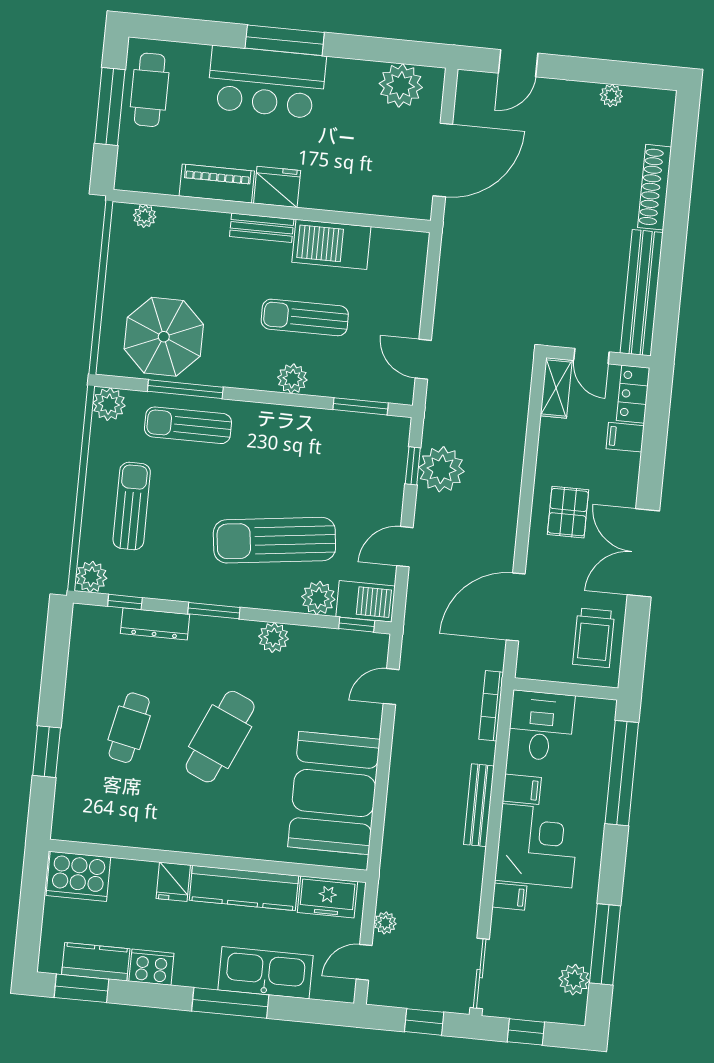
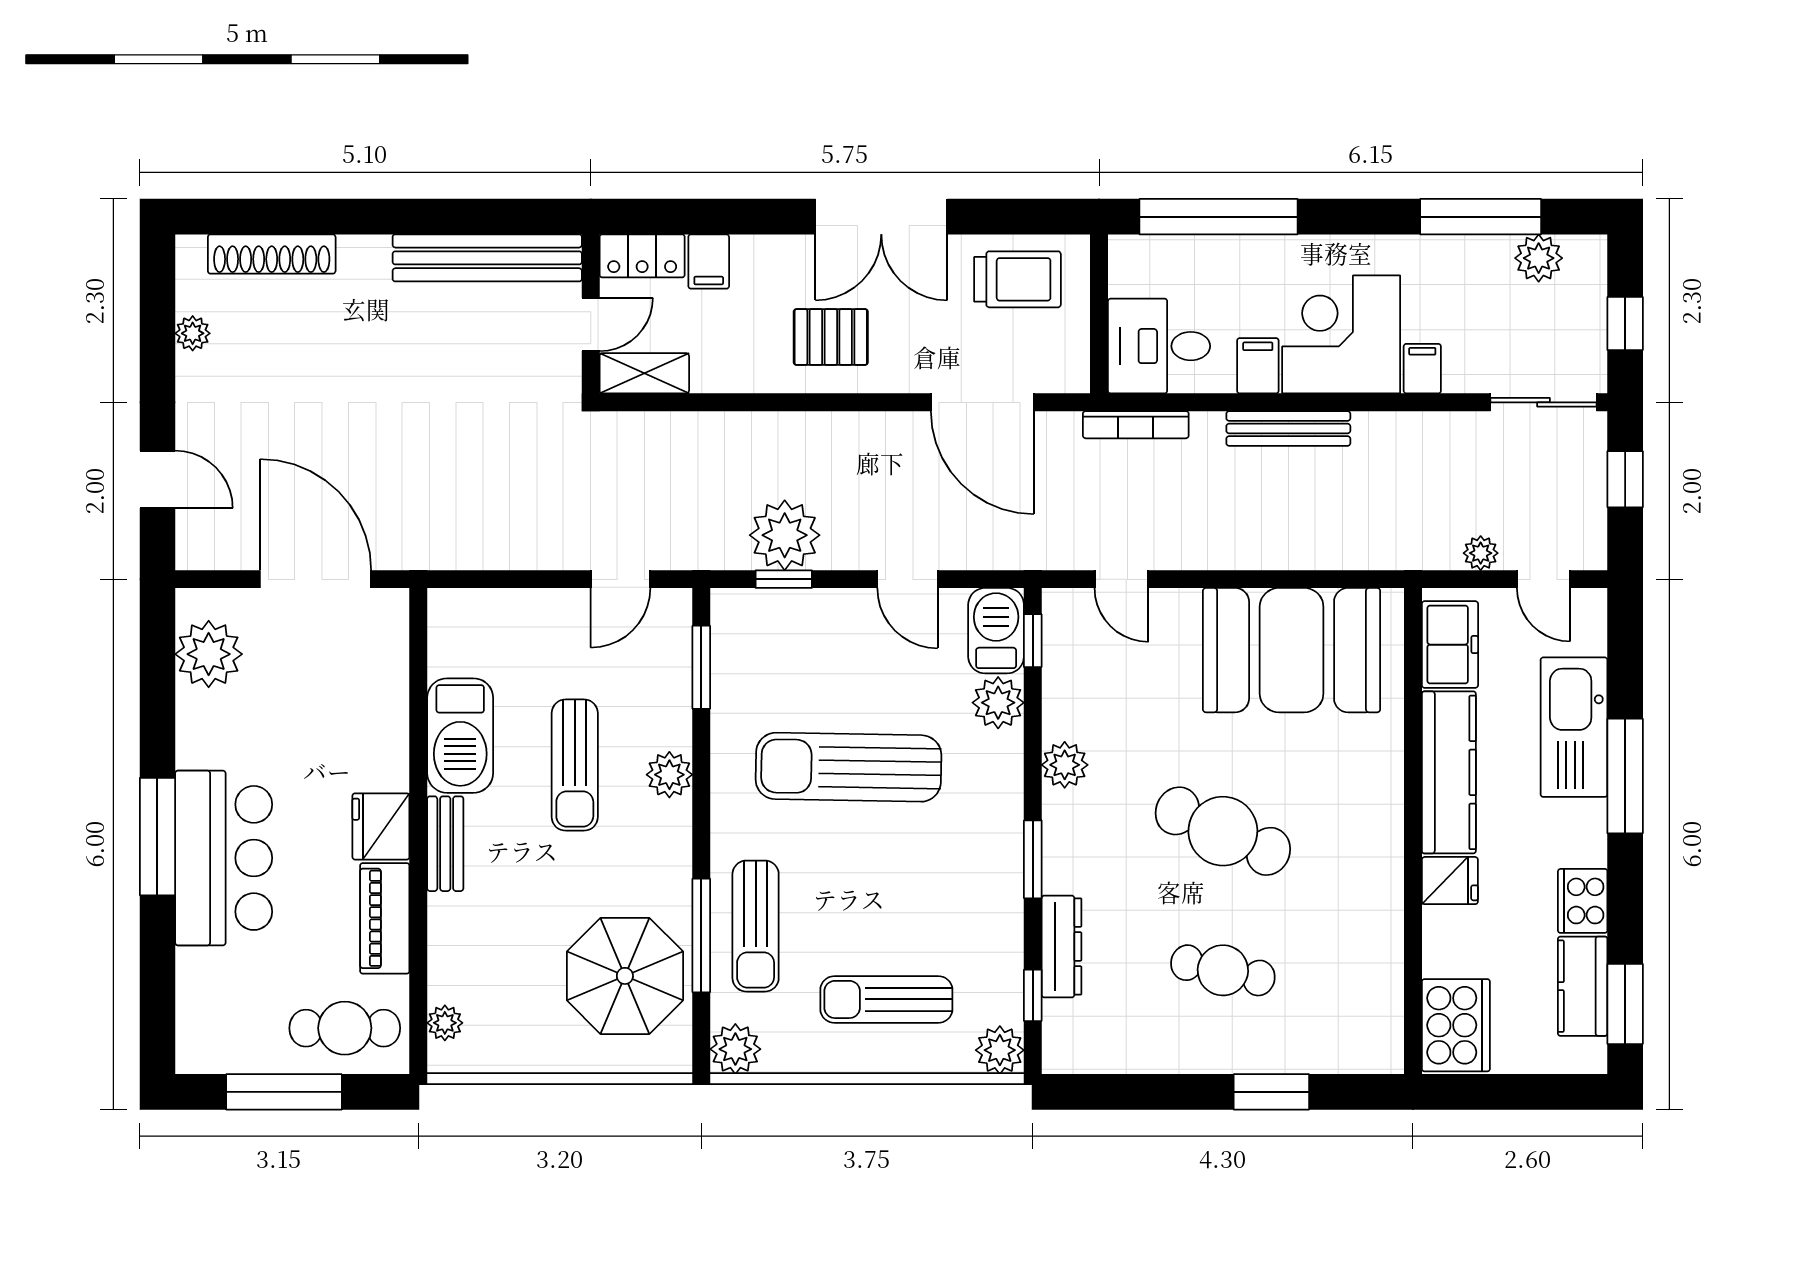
cafe table: (150, 90) -> (345, 1028), moved
shoe rack: (655, 187) -> (272, 254), moved
sun lounger: (274, 540) -> (848, 767), moved, turned 98

